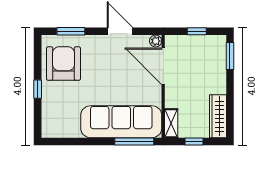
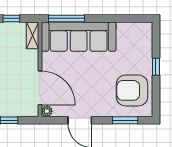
armchair: (63, 64) -> (132, 90), turned 90

